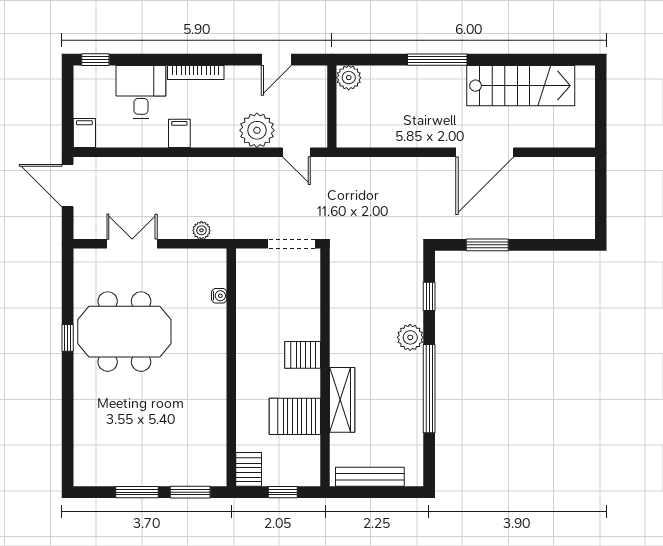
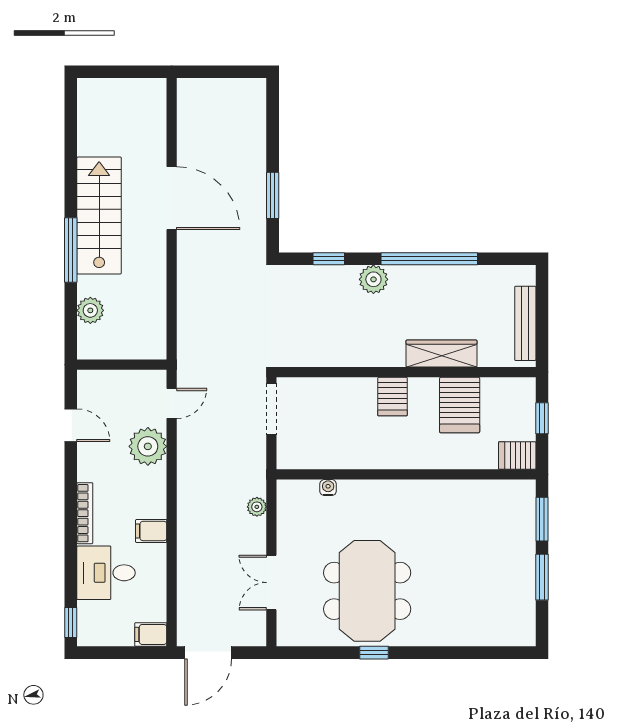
plant: (349, 78) -> (90, 310), moved
stairs: (521, 86) -> (99, 215), moved

